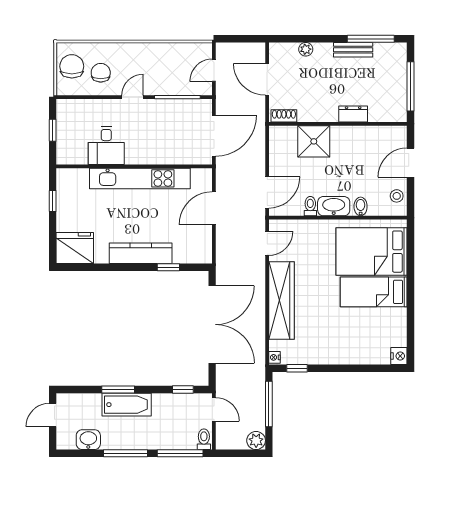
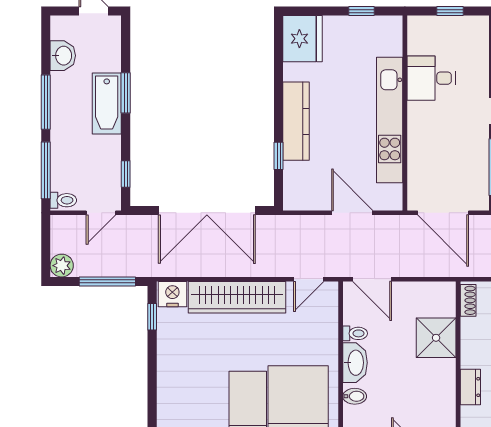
door: (267, 243) -> (309, 279), hinge flipped
nightstand: (274, 357) -> (172, 294), width x1.89, depth x1.79

